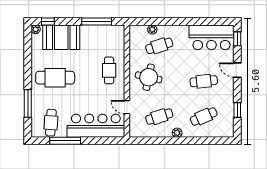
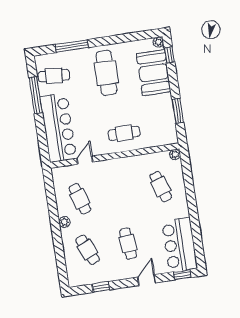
window: (97, 22) -> (178, 111), width x0.69
plant: (152, 30) -> (175, 154), moved
round table: (149, 77) -> (123, 180), removed

